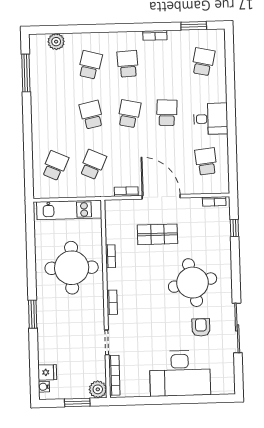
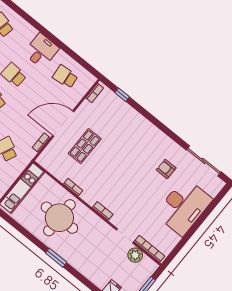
round table: (193, 283) -> (134, 150), removed
window: (33, 314) -> (56, 258), moved
sliding door: (237, 328) -> (204, 161), moved
plant: (98, 389) -> (135, 255), moved

